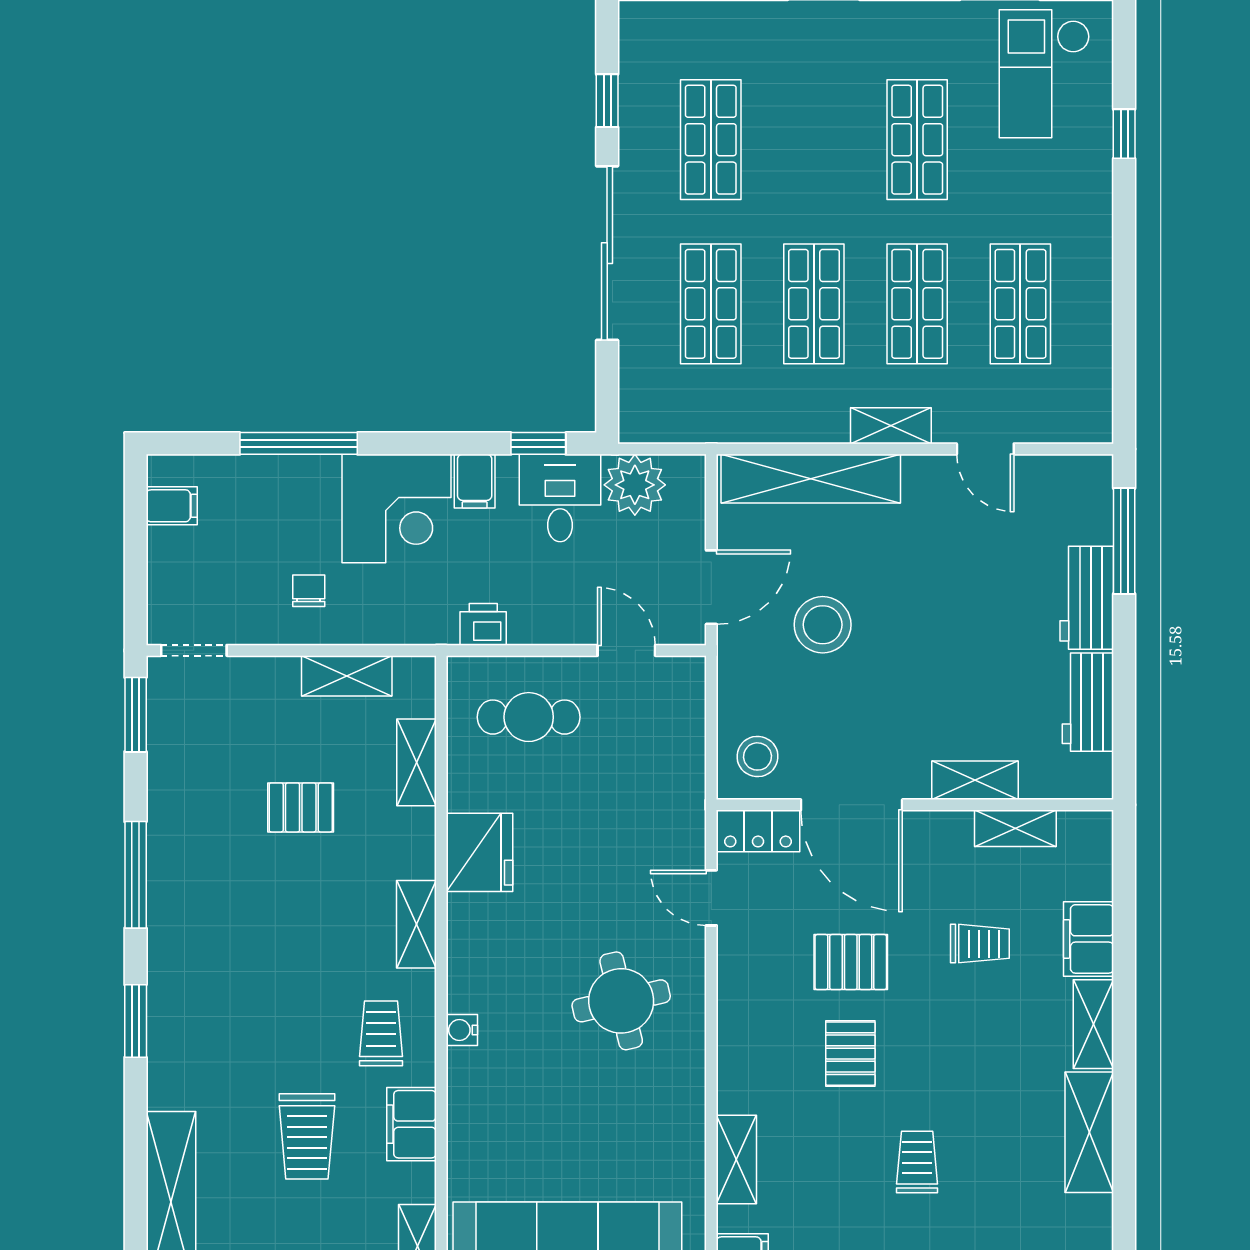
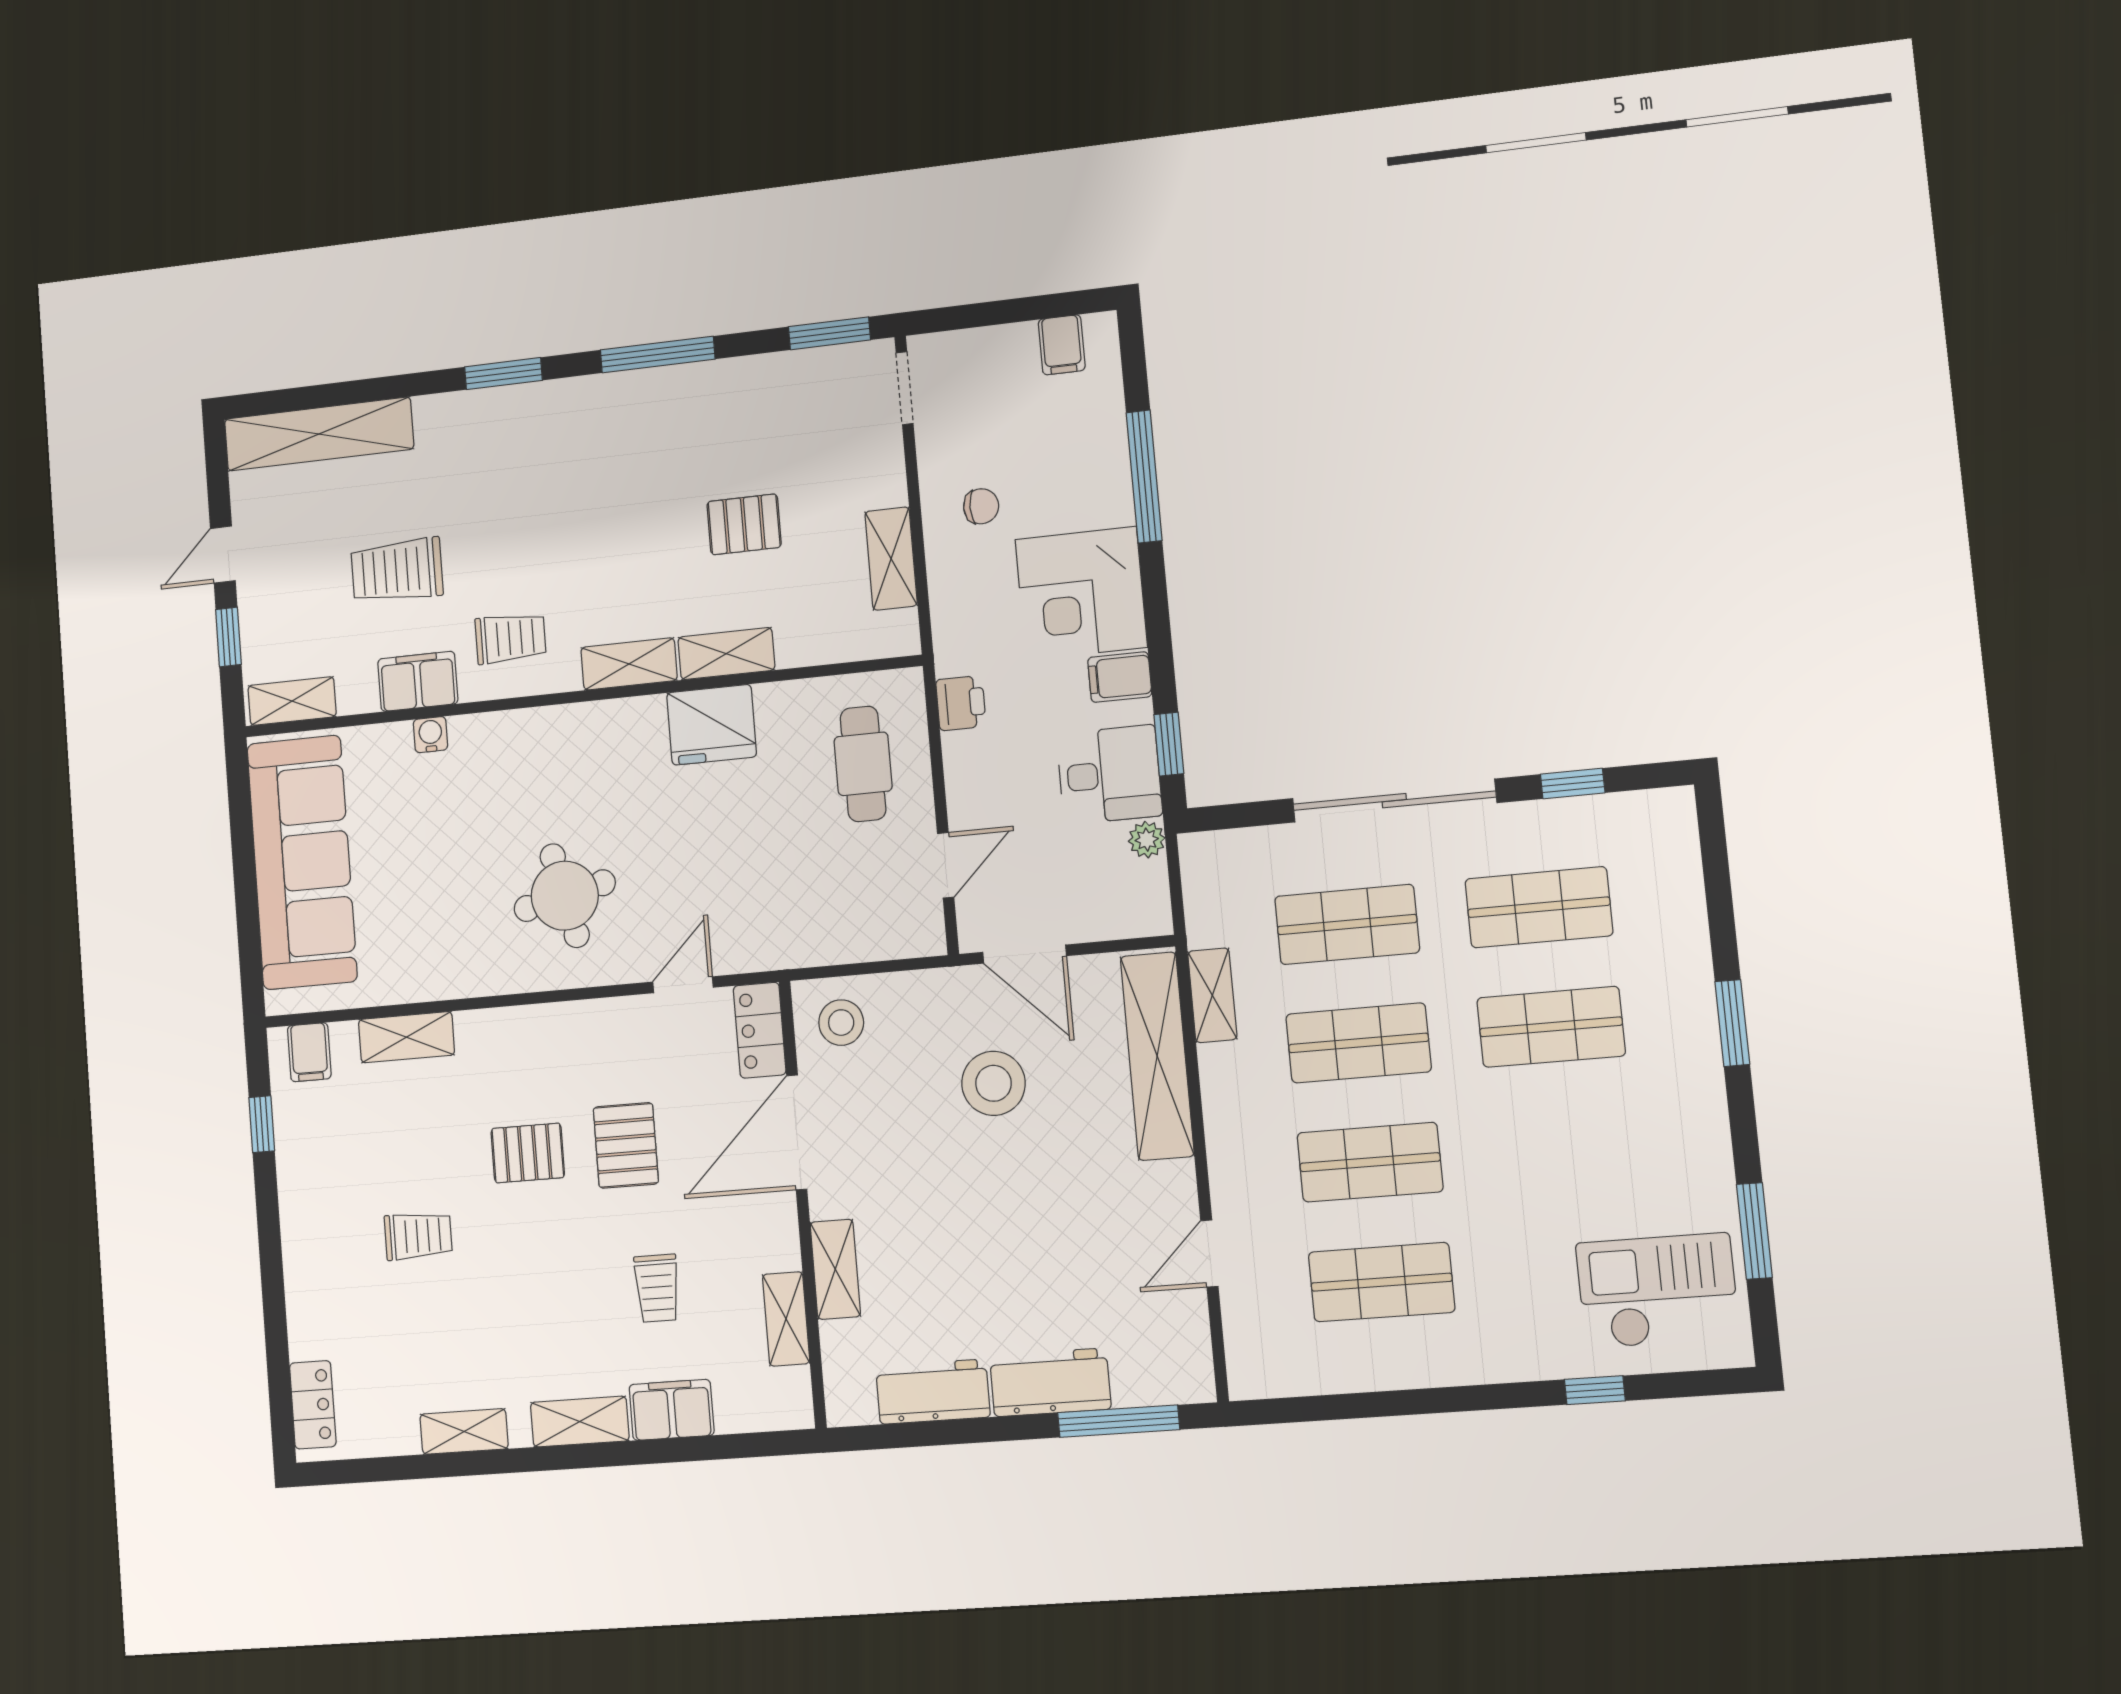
shop shelf: (917, 140) -> (1551, 1027), moved
shelving: (891, 426) -> (1212, 995), moved
plant: (635, 485) -> (1147, 840), width x0.53, depth x0.53
shelving: (416, 762) -> (726, 654), moved
pallet: (301, 807) -> (744, 524), turned 90
water cooler: (462, 1030) -> (430, 735), moved
shelving: (1089, 1132) -> (464, 1431), width x0.67, depth x0.75

